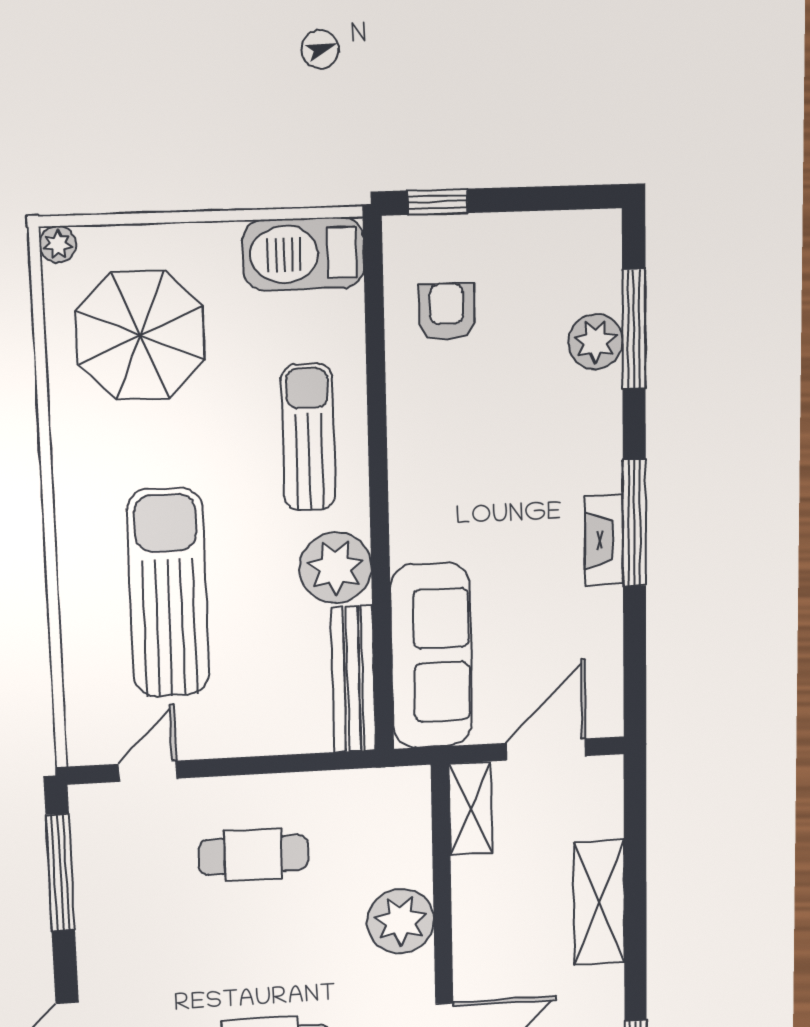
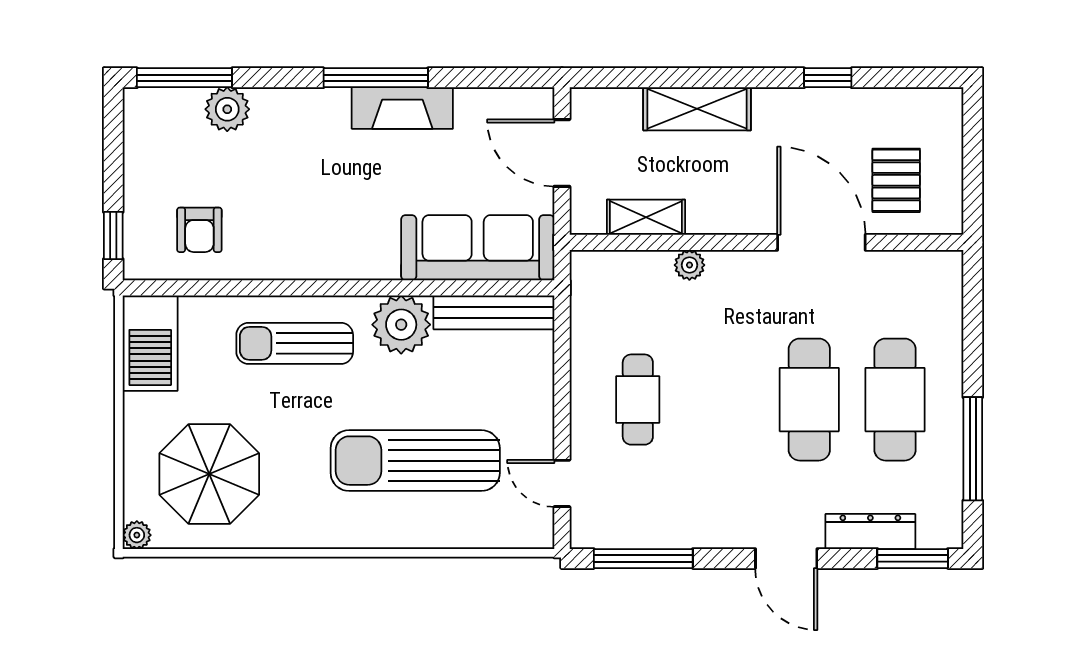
armchair: (447, 312) -> (199, 230), turned -90
window: (634, 329) -> (184, 78), moved
fireplace: (604, 540) -> (402, 108), width x1.37, depth x1.32
shelving: (471, 808) -> (646, 217), moved
plant: (400, 921) -> (689, 265), width x0.53, depth x0.53

